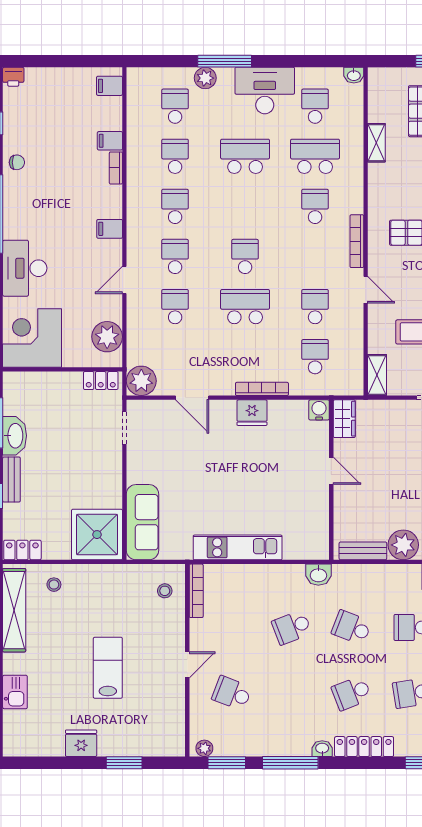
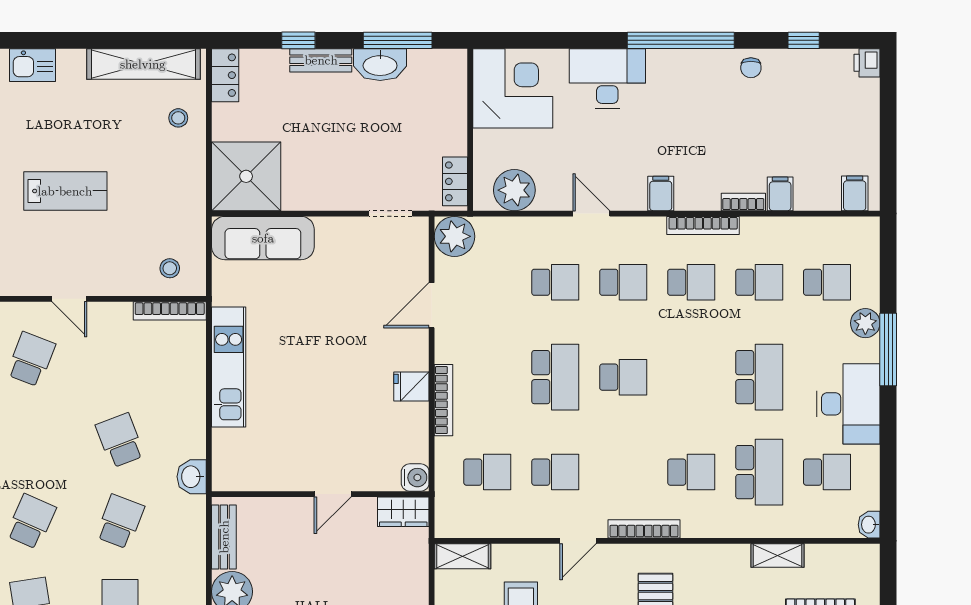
bookcase: (133, 198) -> (703, 226), added
fridge: (252, 413) -> (411, 387), width x0.72
school desk: (352, 693) -> (31, 522), turned 45

